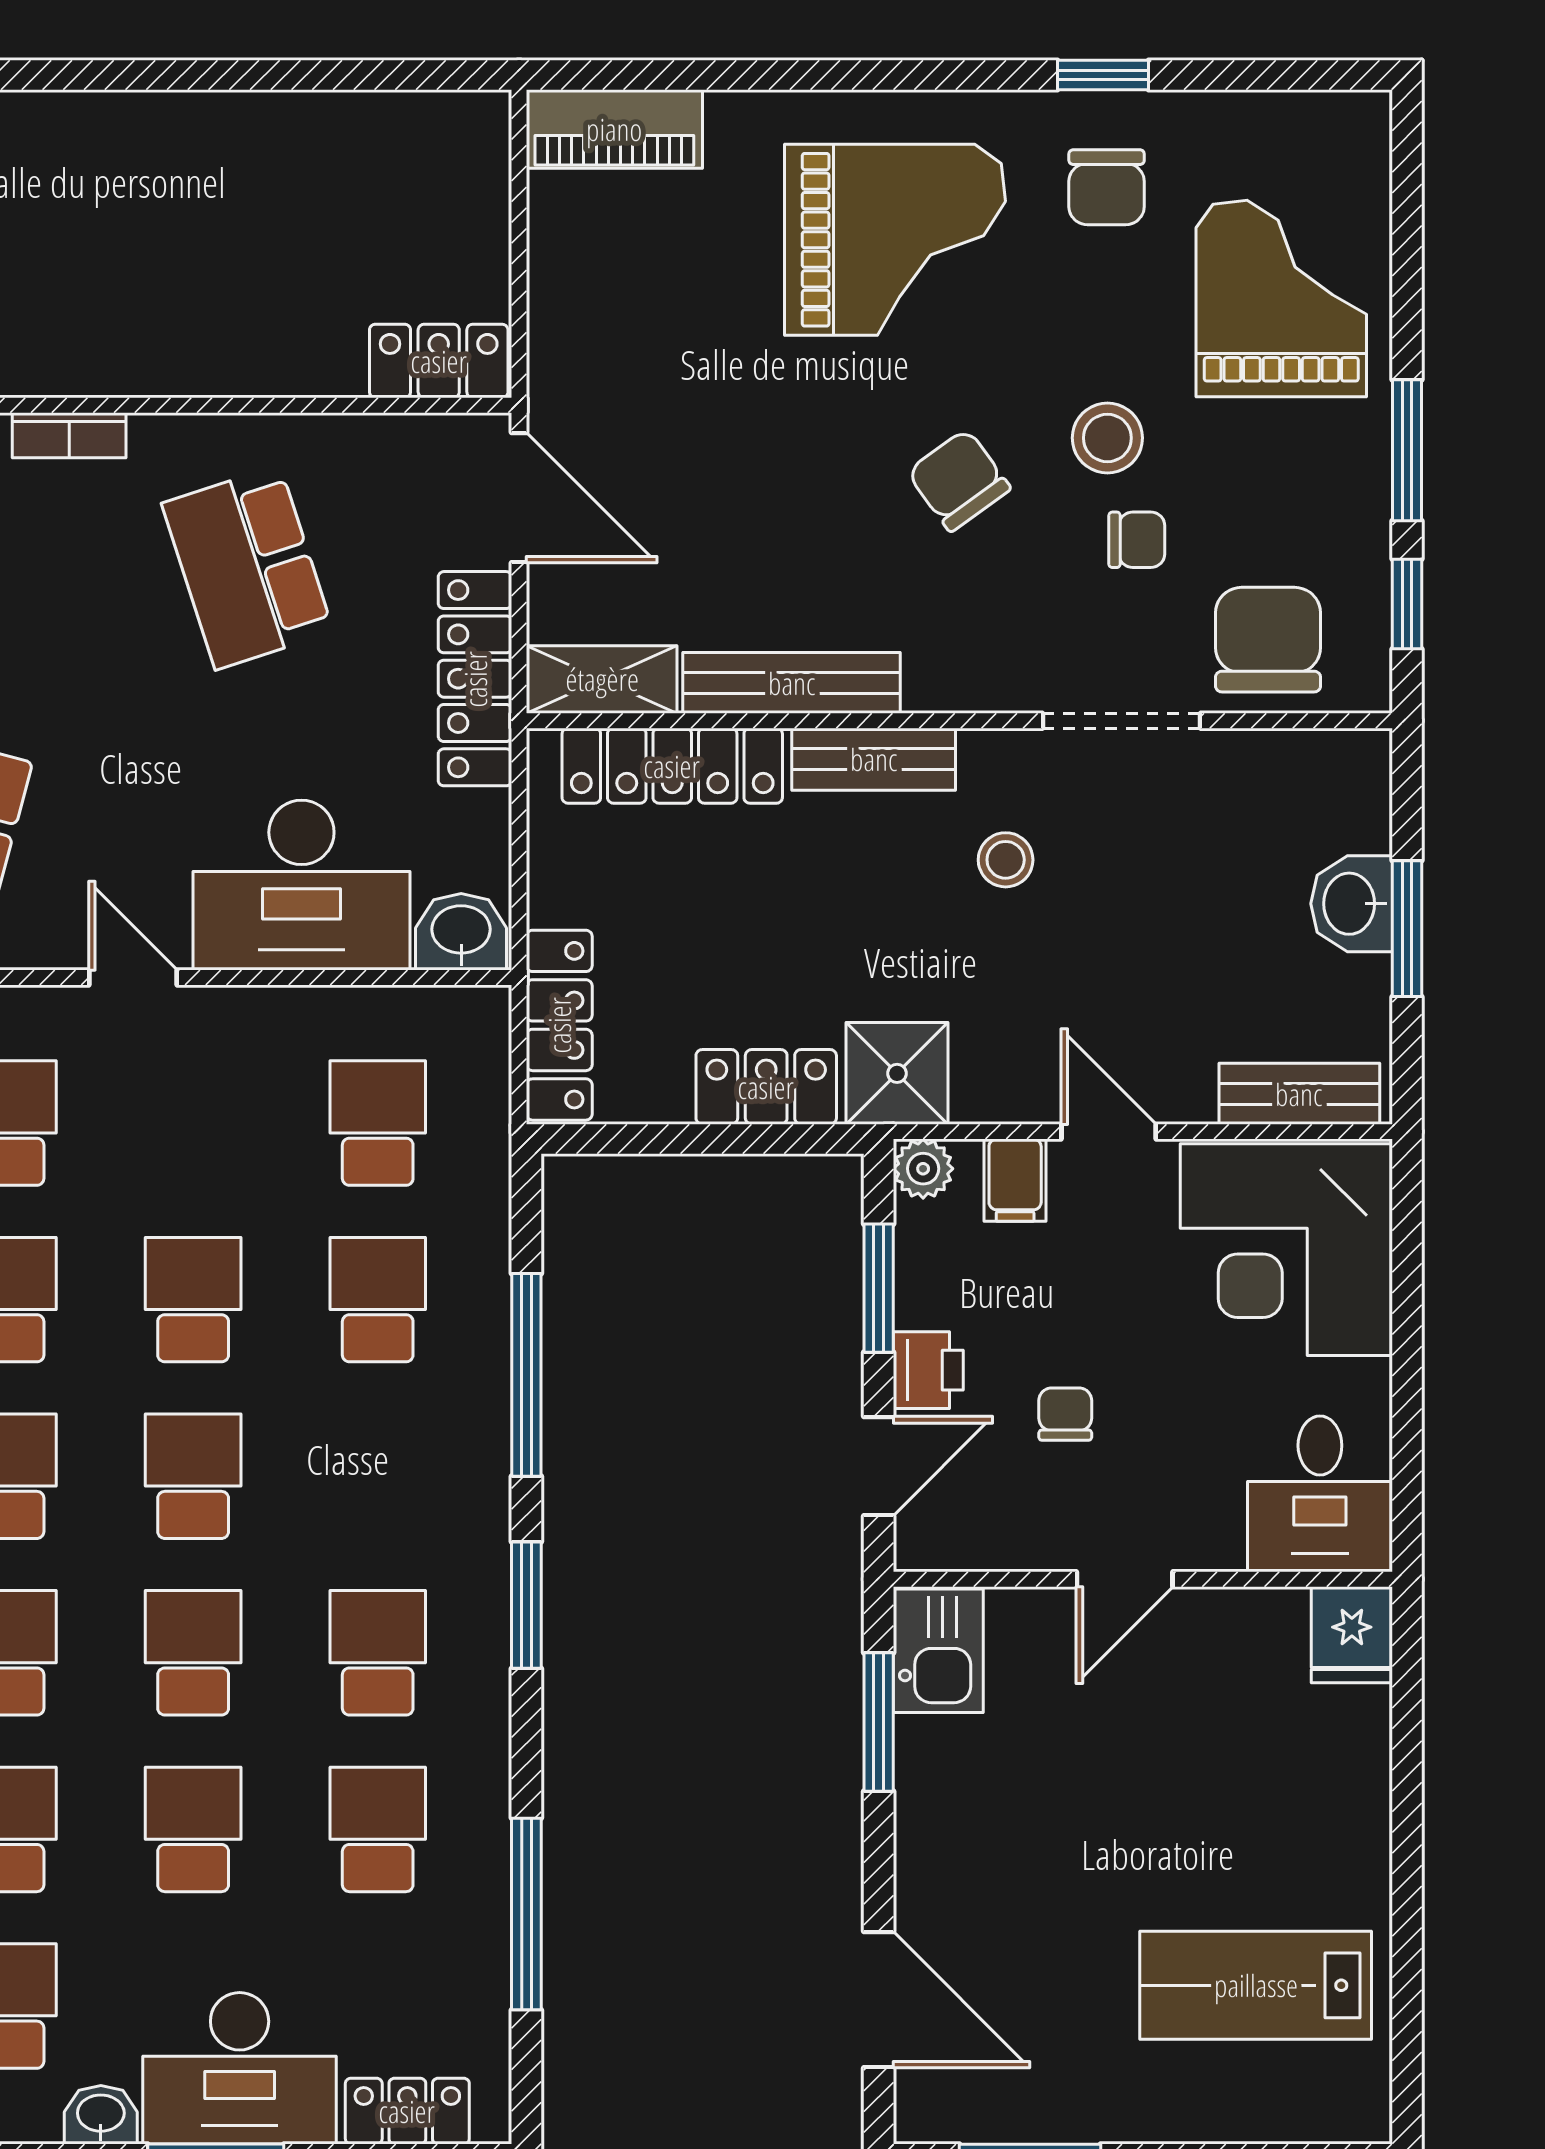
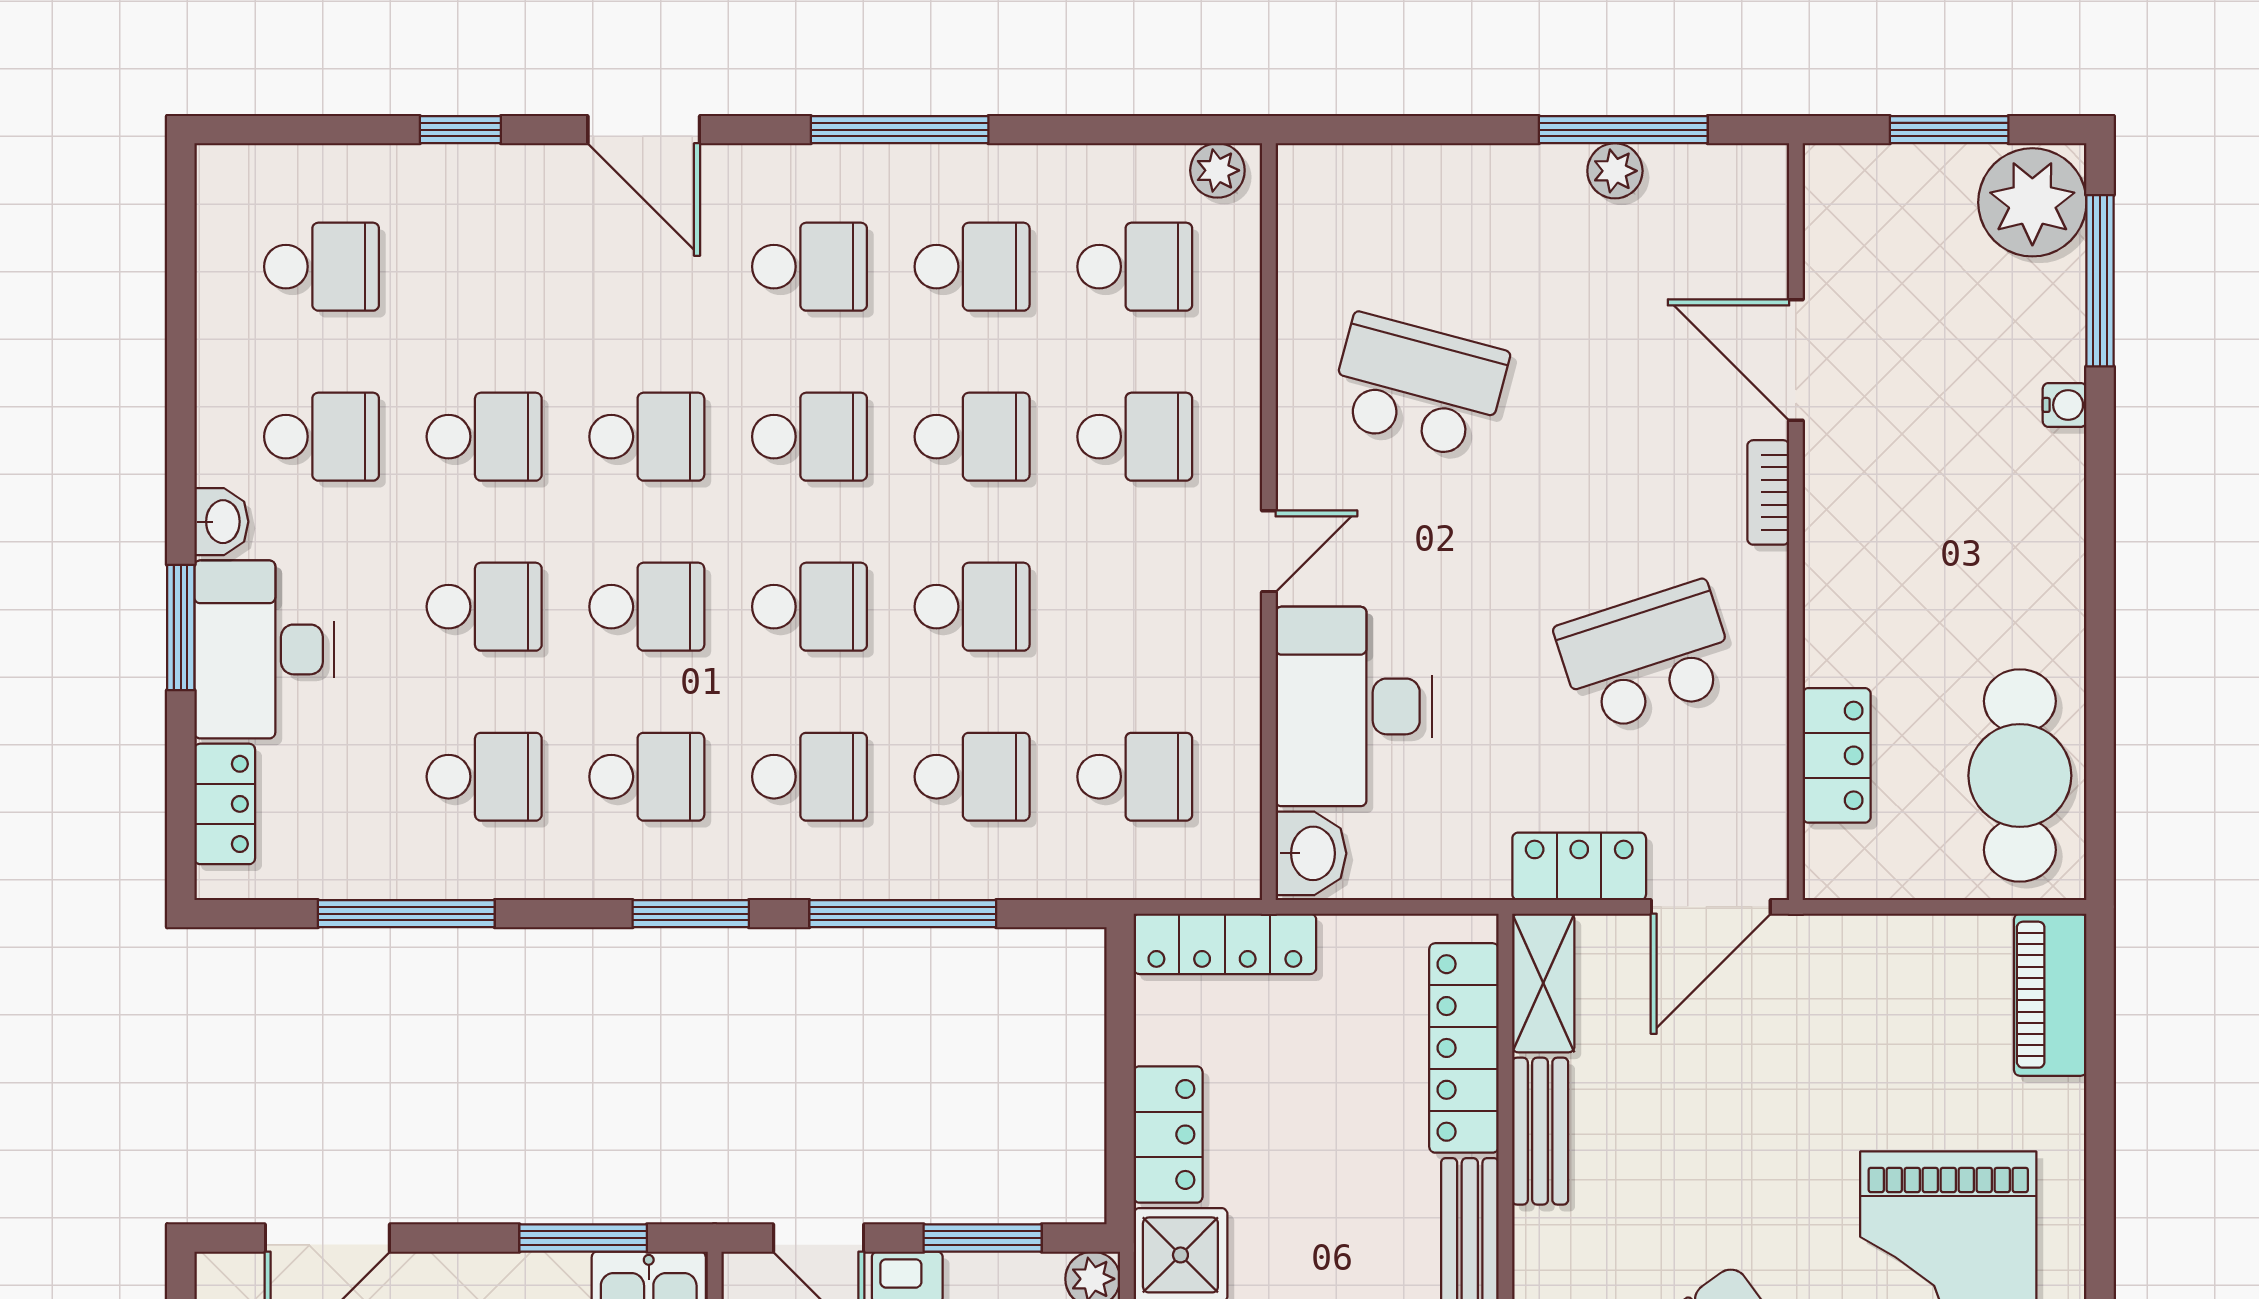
cafe table: (376, 162) -> (2020, 776), added
locker: (439, 361) -> (1837, 755), moved
locker: (475, 679) -> (1579, 866), width x0.66
bench: (792, 683) -> (1540, 1131), width x0.73
school desk: (378, 1476) -> (809, 777), added

